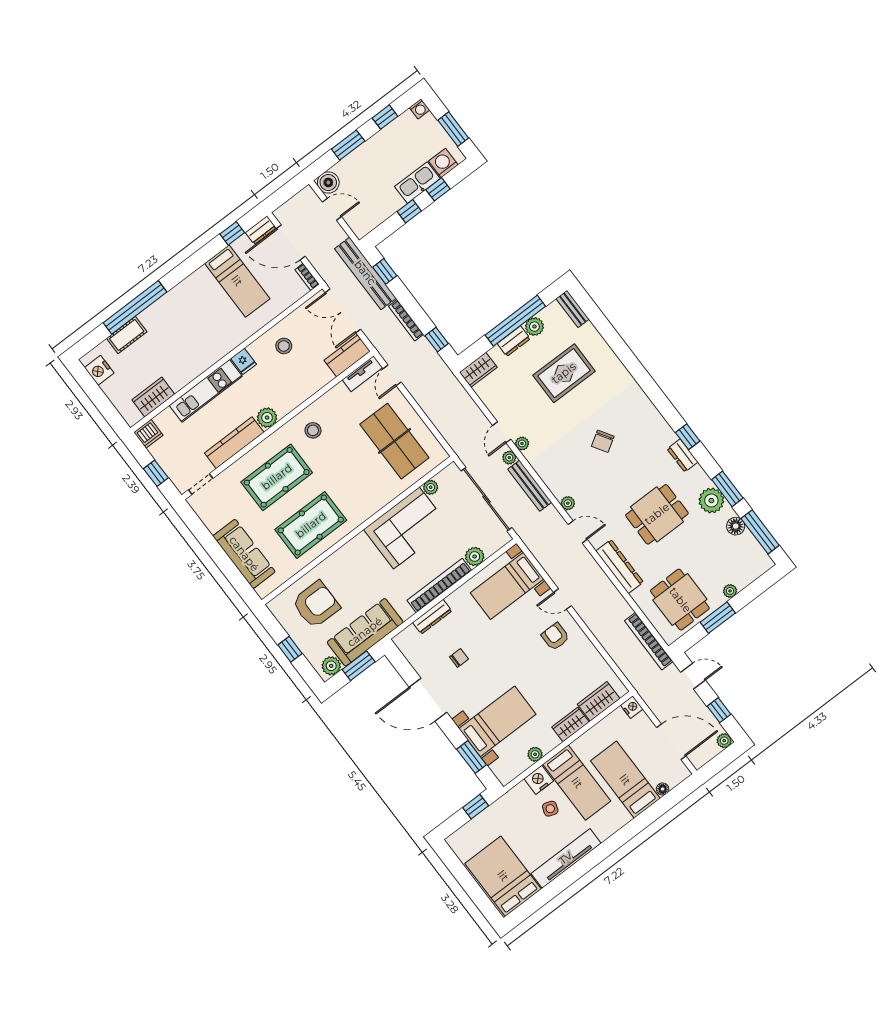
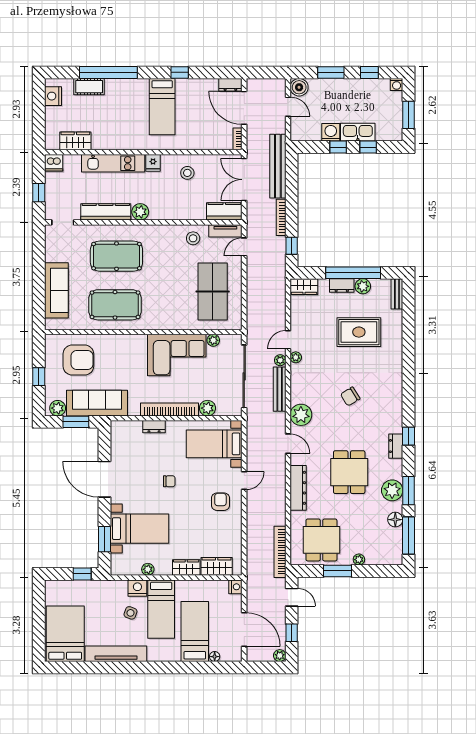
washing machine: (443, 163) -> (331, 132), moved
window: (232, 233) -> (180, 72), moved
window: (385, 271) -> (292, 175), removed
bed: (237, 281) -> (162, 107), moved
stool: (313, 430) -> (193, 238), moved
plant: (568, 503) -> (301, 415), width x1.87, depth x1.87
dining table: (657, 514) -> (349, 472), turned 90
door: (562, 599) -> (244, 481), swing flipped
dresser: (432, 617) -> (154, 427), width x0.70
chair: (459, 658) -> (169, 481), moved

